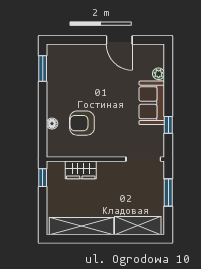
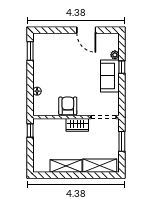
armchair: (82, 123) -> (68, 106), moved, turned 90
window: (168, 125) -> (122, 67), moved
wardrobe: (81, 170) -> (77, 125), moved
shelving: (81, 226) -> (66, 166), width x0.68

